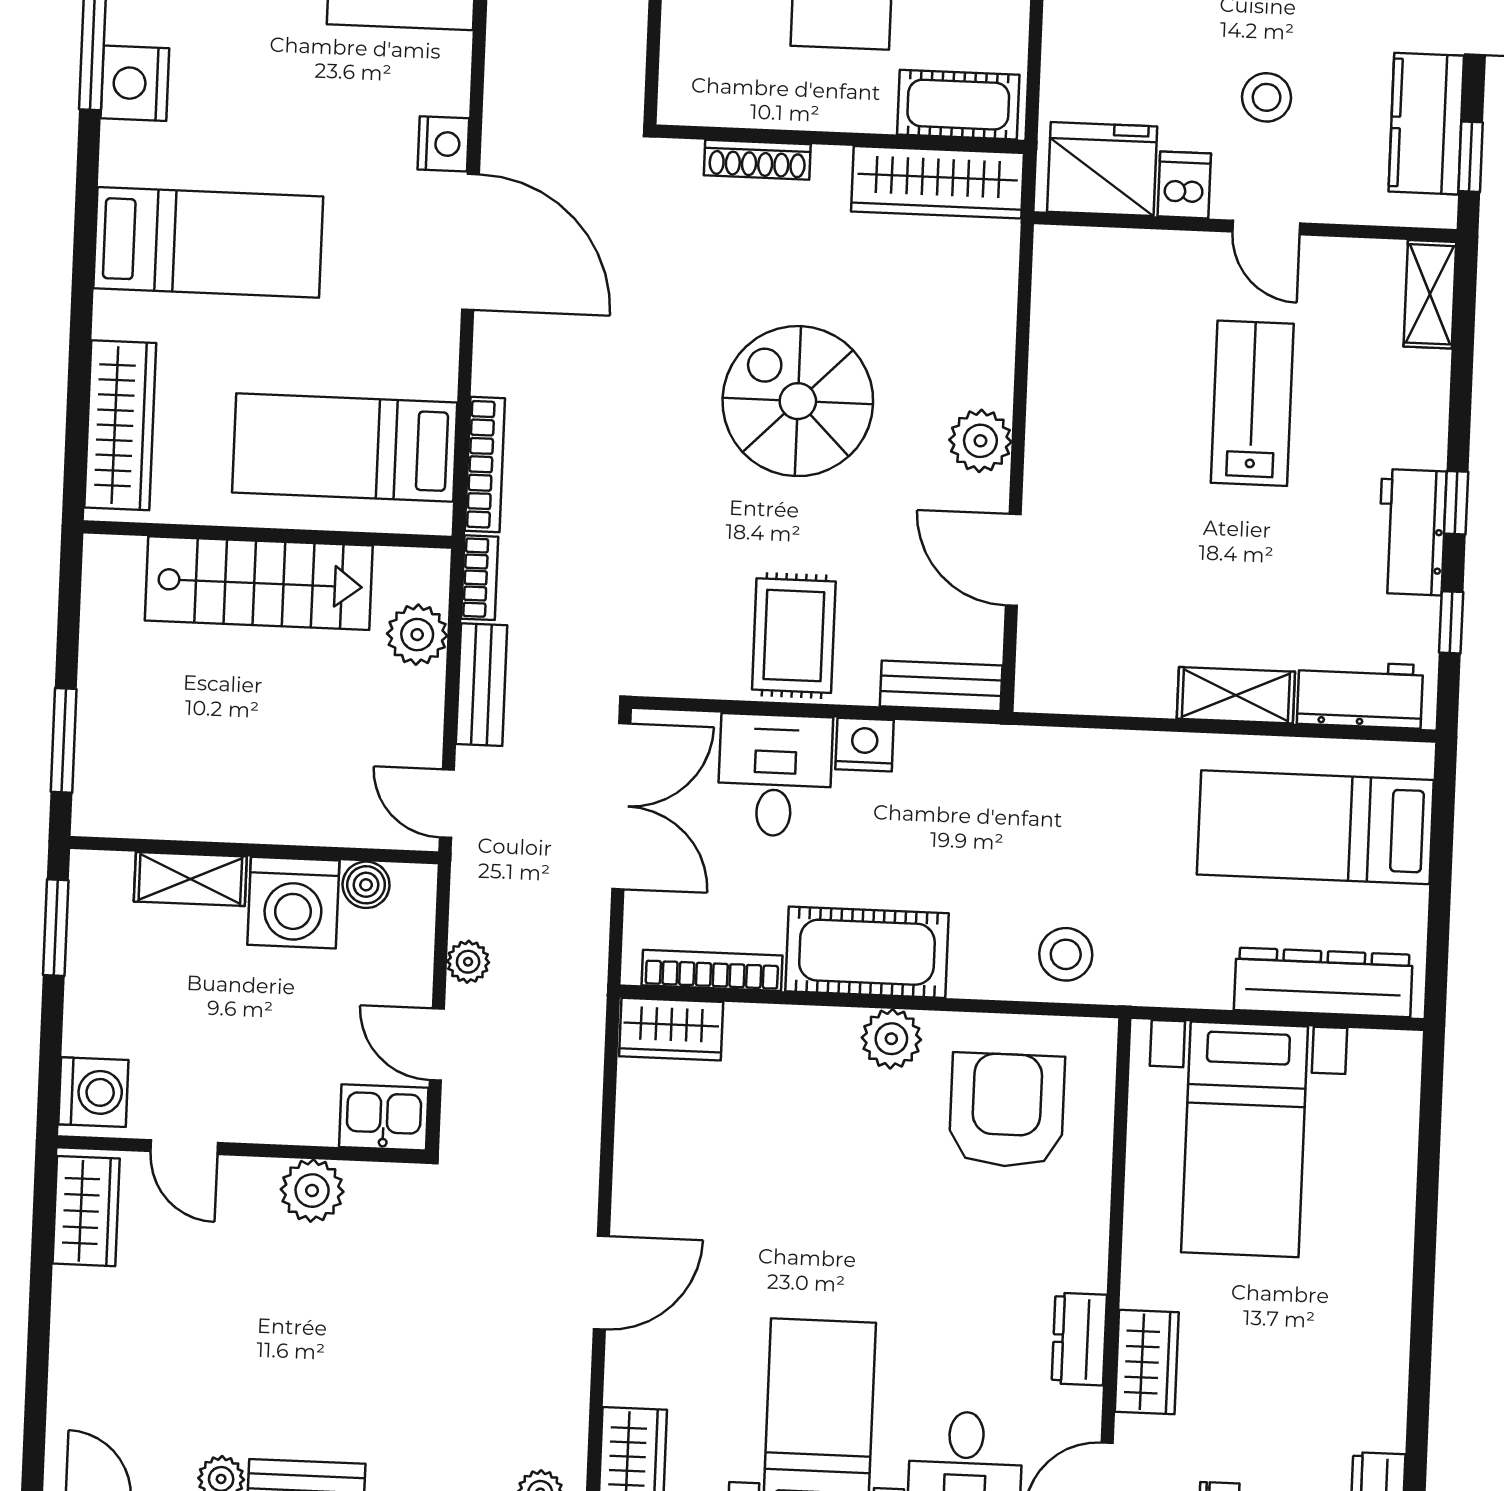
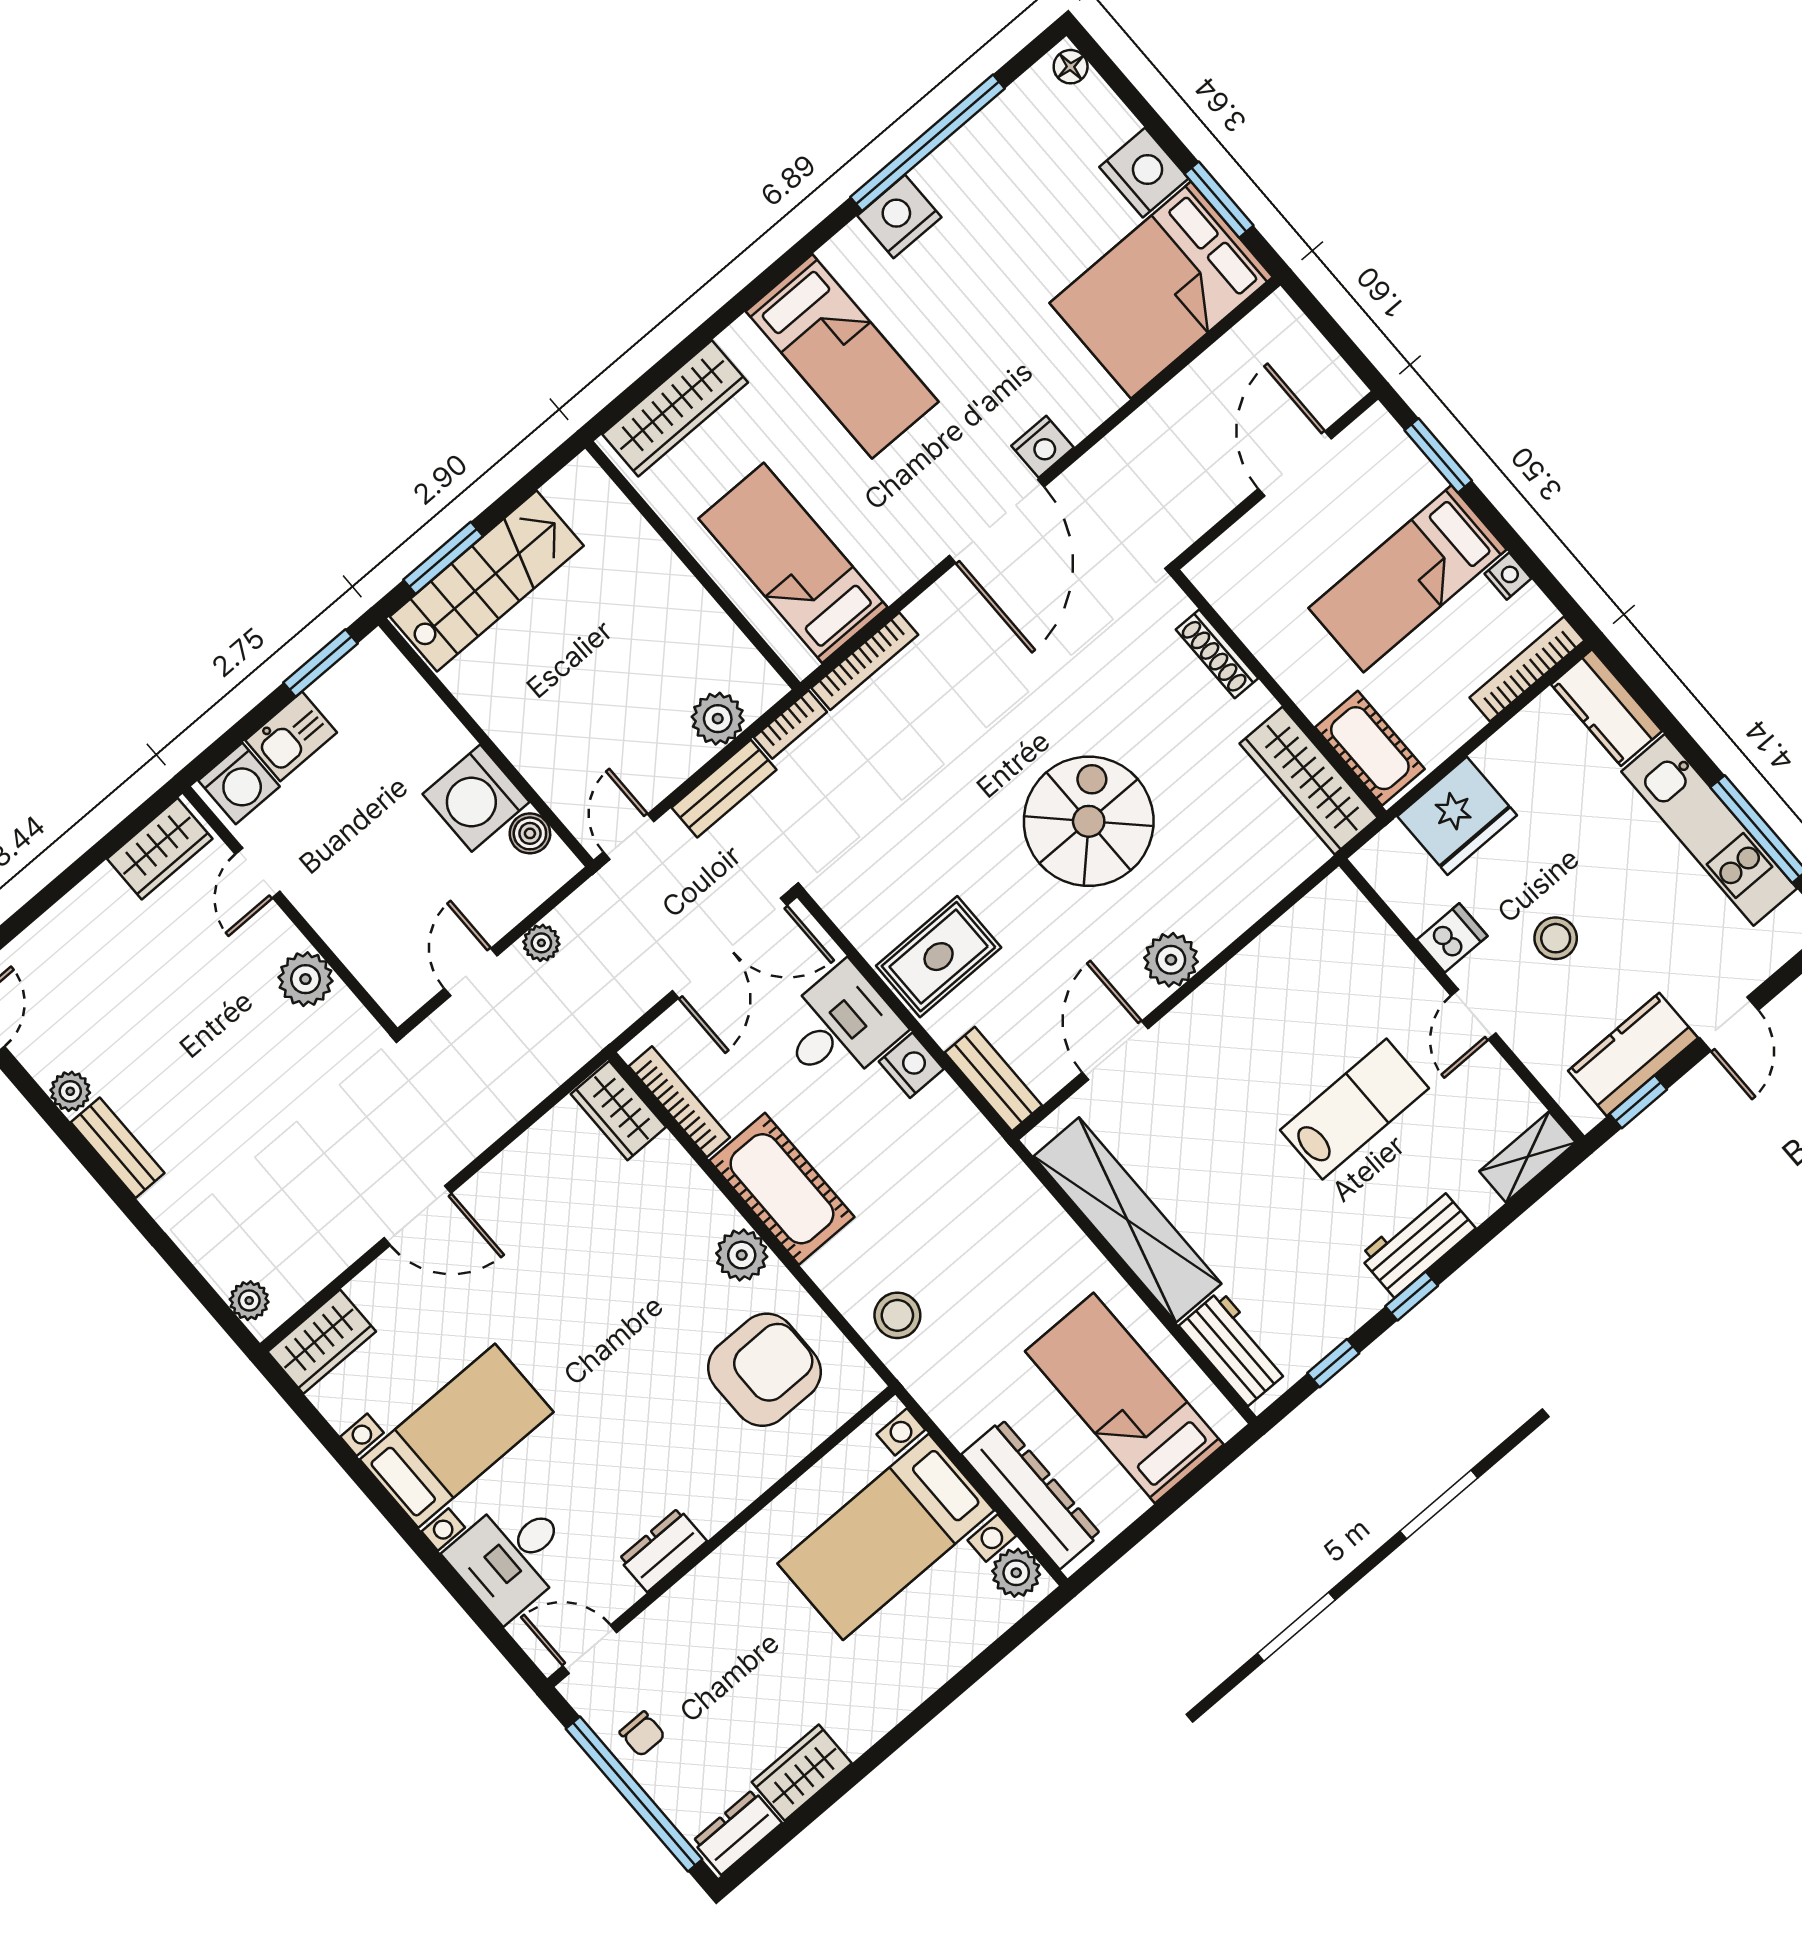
fridge: (1102, 169) -> (1457, 816), moved, turned 90
workbench: (1412, 532) -> (1417, 1242), moved
stairs: (259, 583) -> (487, 581), moved, turned -90
shelving: (1236, 695) -> (1128, 1220), width x2.20, depth x1.33
shelving: (190, 879) -> (430, 719), removed
plant: (1378, 1057) -> (1016, 1573), added
kitchen sink: (384, 1117) -> (291, 736), moved, turned 90
wardrobe: (1147, 1362) -> (802, 1773), moved, turned 180

